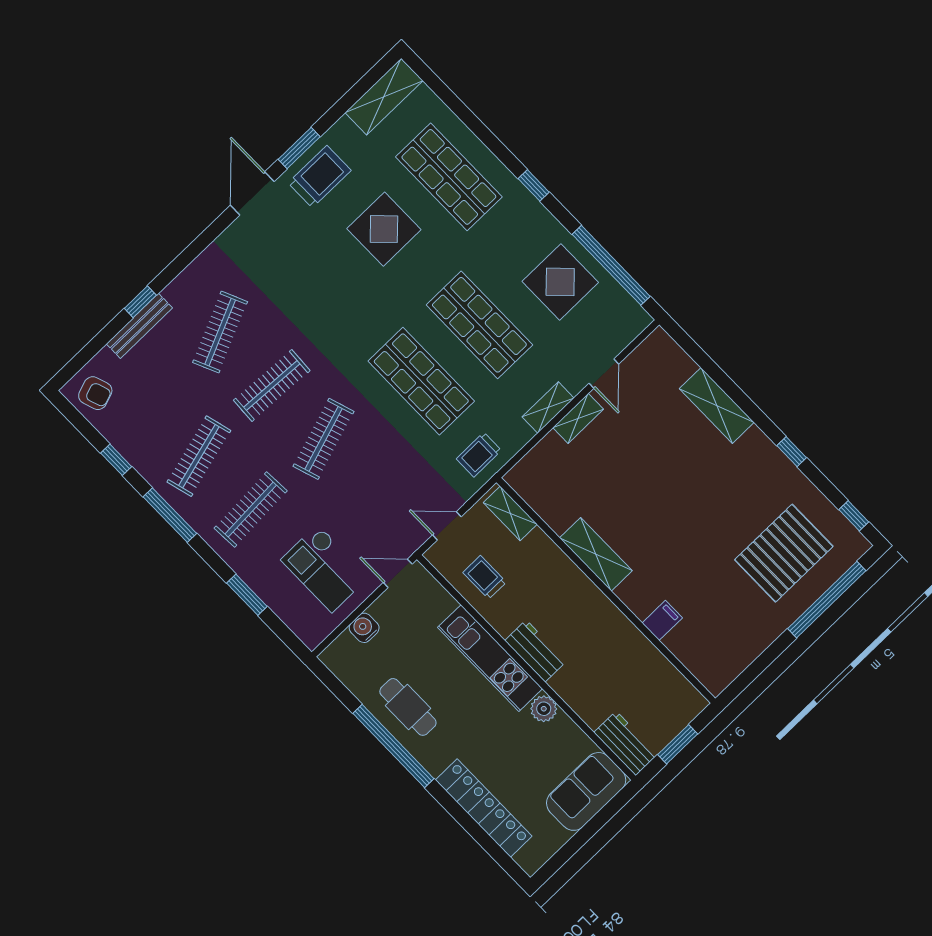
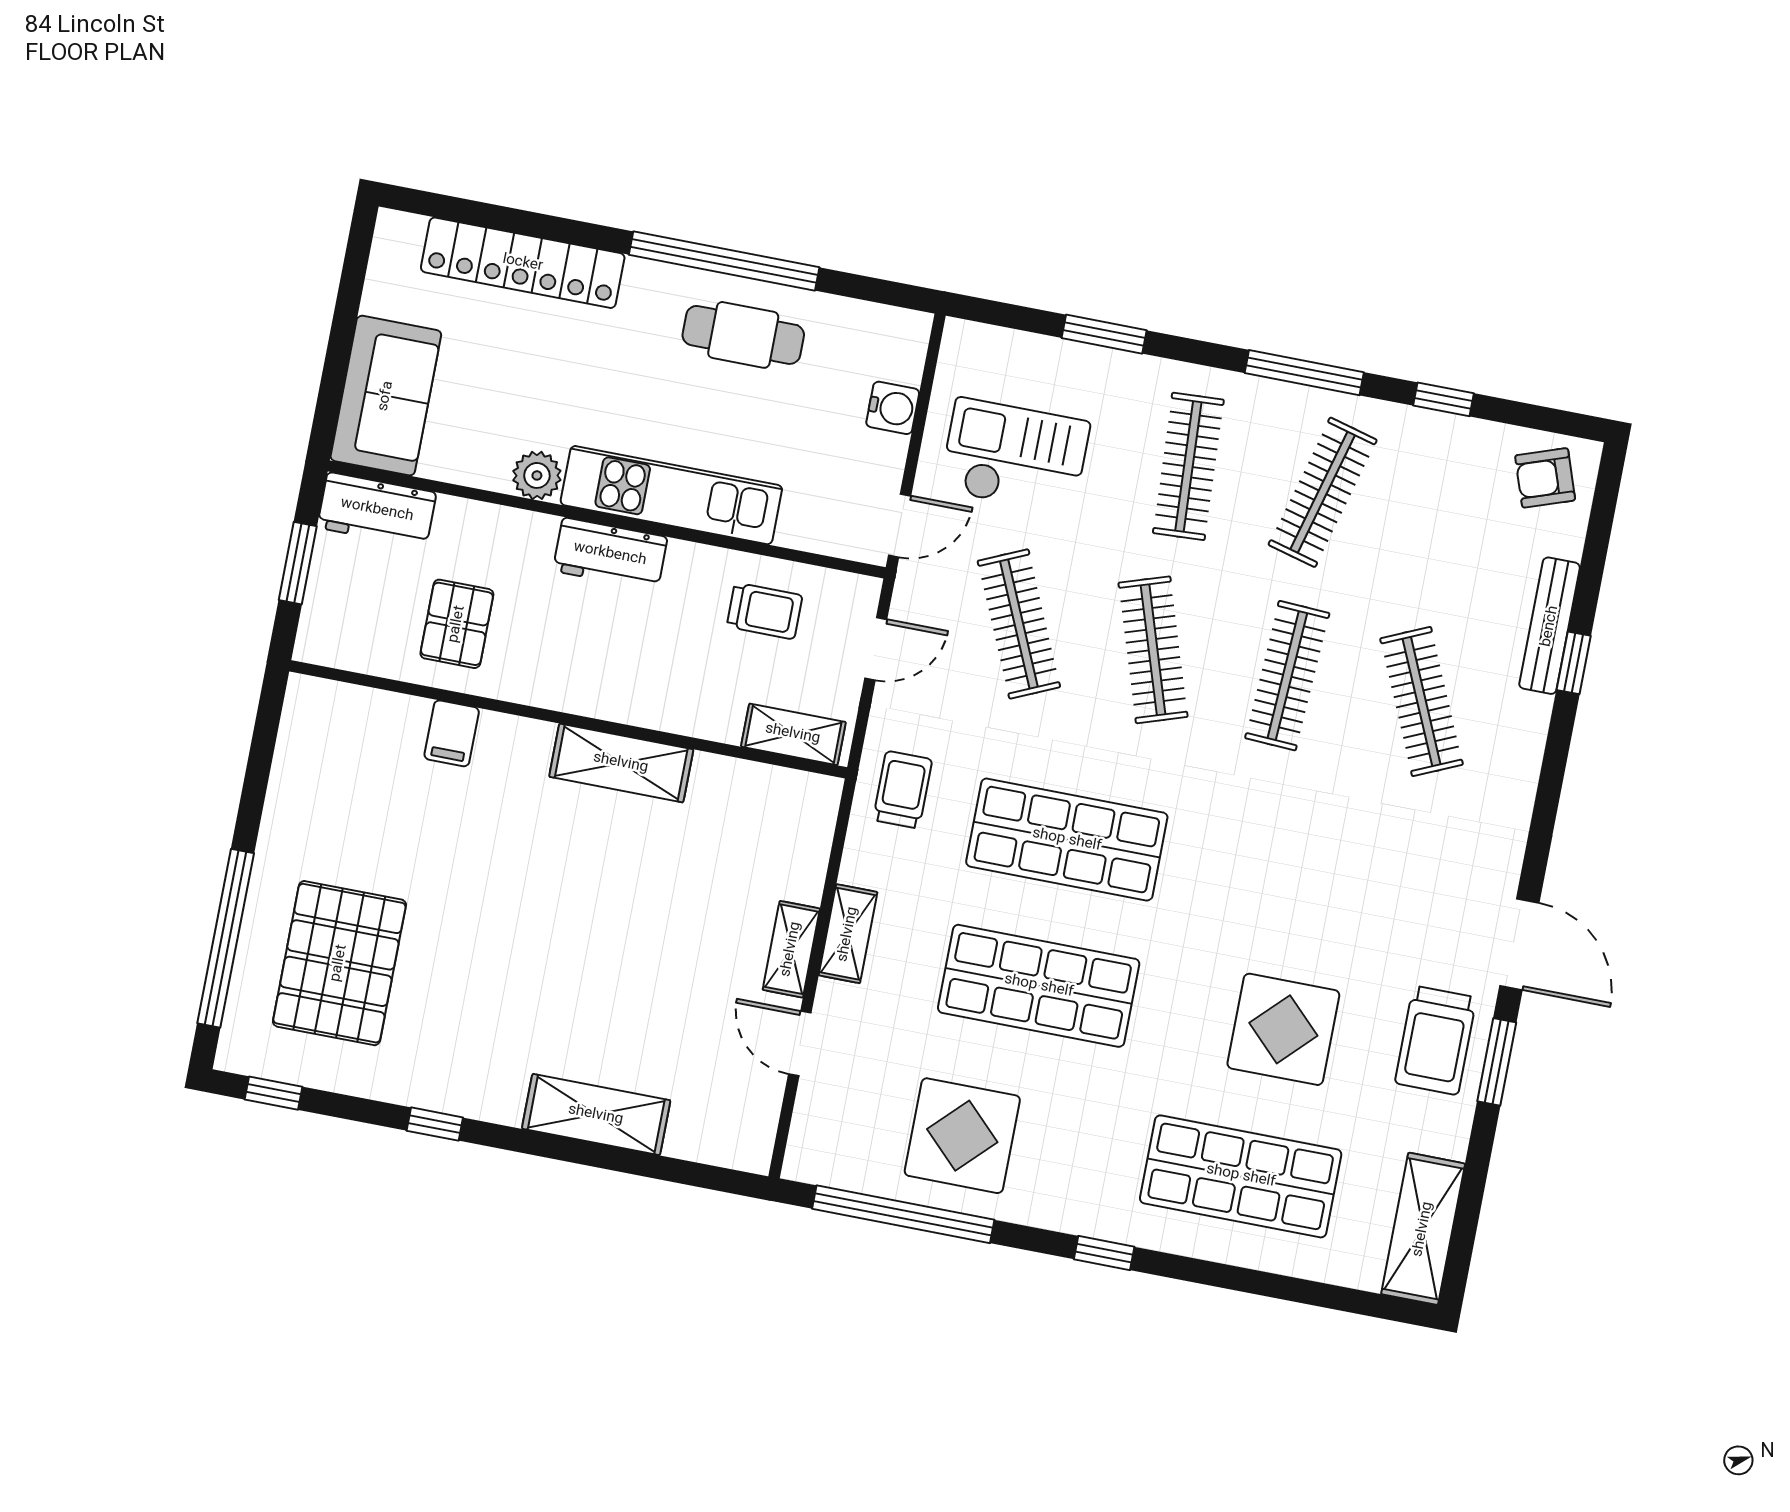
clothes rail: (199, 456) -> (1323, 492), turned 30
clothes rail: (375, 492) -> (1019, 624), added
pallet: (626, 668) -> (457, 624), added

